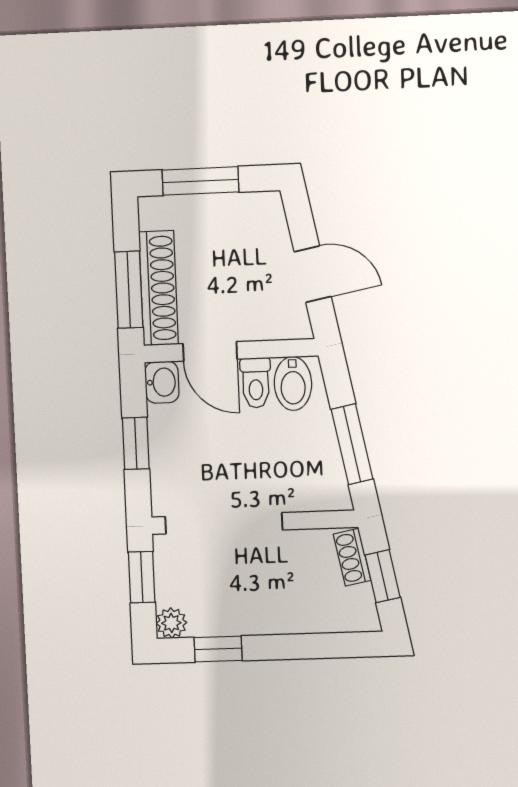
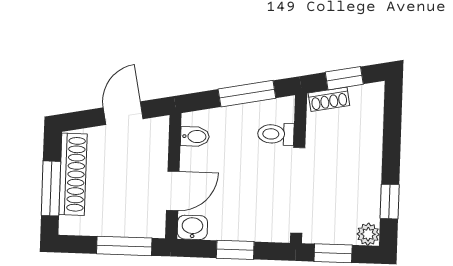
shoe rack: (159, 288) -> (73, 174), moved, turned 90
toilet: (256, 383) -> (276, 134), moved, turned 180
bidet: (293, 383) -> (195, 136), width x0.72, depth x0.74

